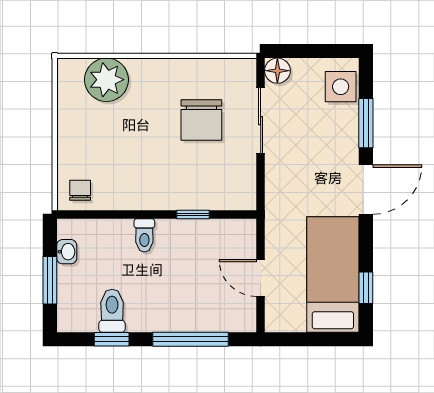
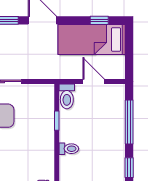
door: (261, 278) -> (94, 81), swing flipped
toilet: (112, 311) -> (67, 96), moved, turned -90

